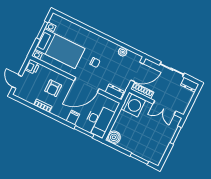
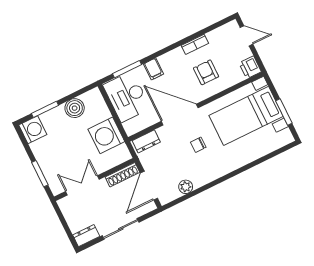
door: (87, 85) -> (180, 115), hinge flipped
washing machine: (133, 105) -> (106, 135), moved
boiler: (114, 137) -> (75, 108), moved
washing machine: (155, 157) -> (33, 130), added

